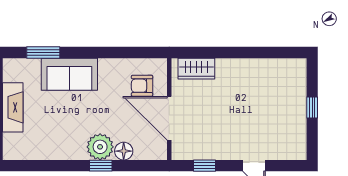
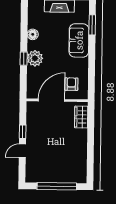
window: (312, 107) -> (57, 186), width x3.17
floor lamp: (124, 151) -> (33, 34), moved
window: (204, 166) -> (23, 132), moved

